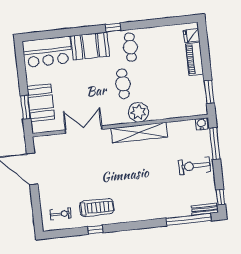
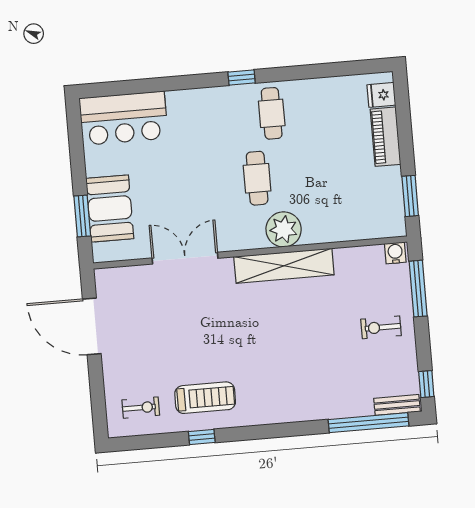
booth: (90, 46) -> (200, 109), removed
exercise bike: (194, 166) -> (381, 327), width x0.73, depth x0.72

